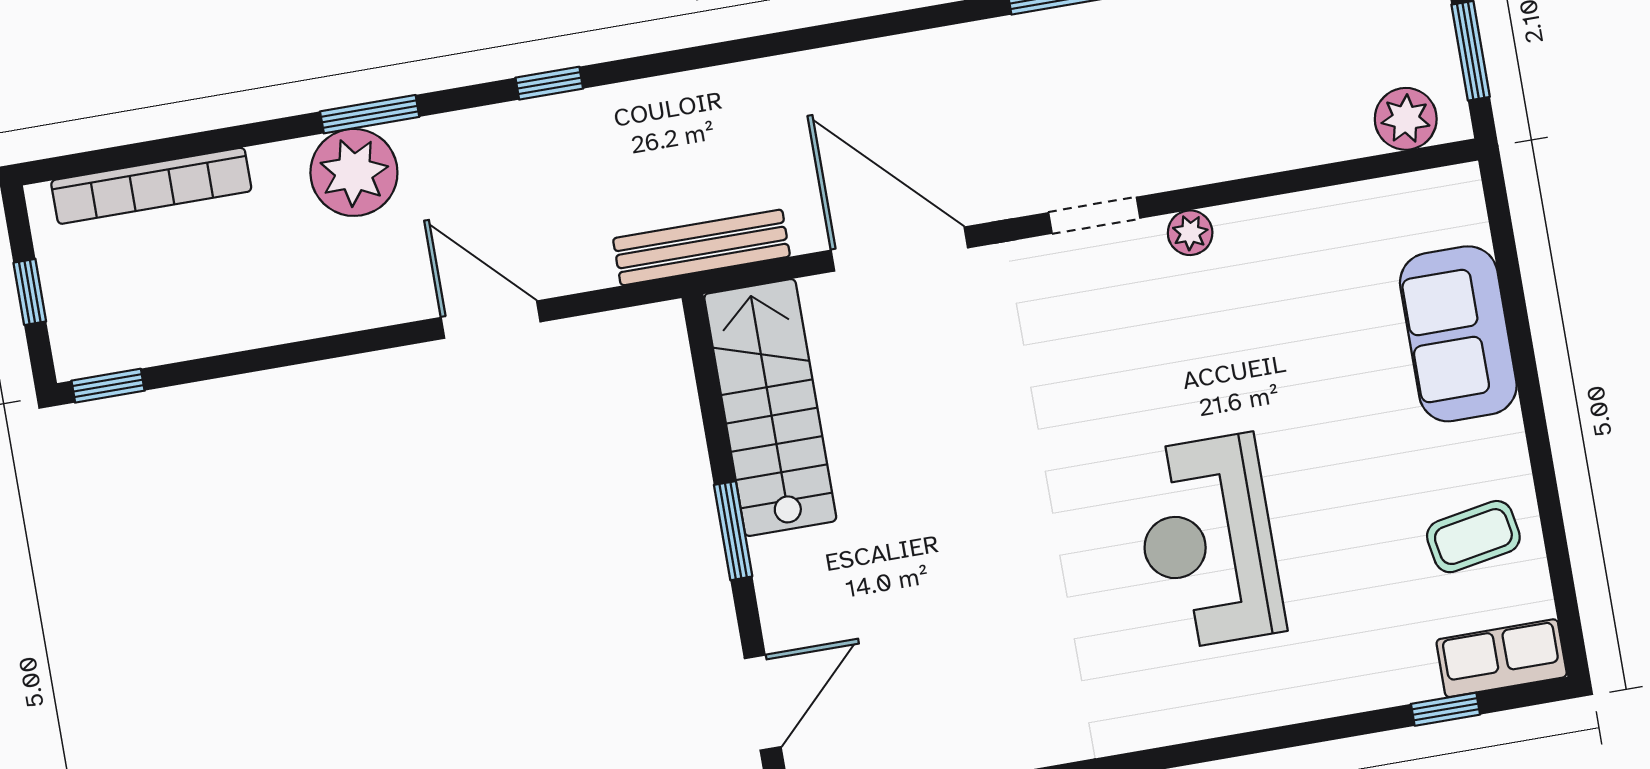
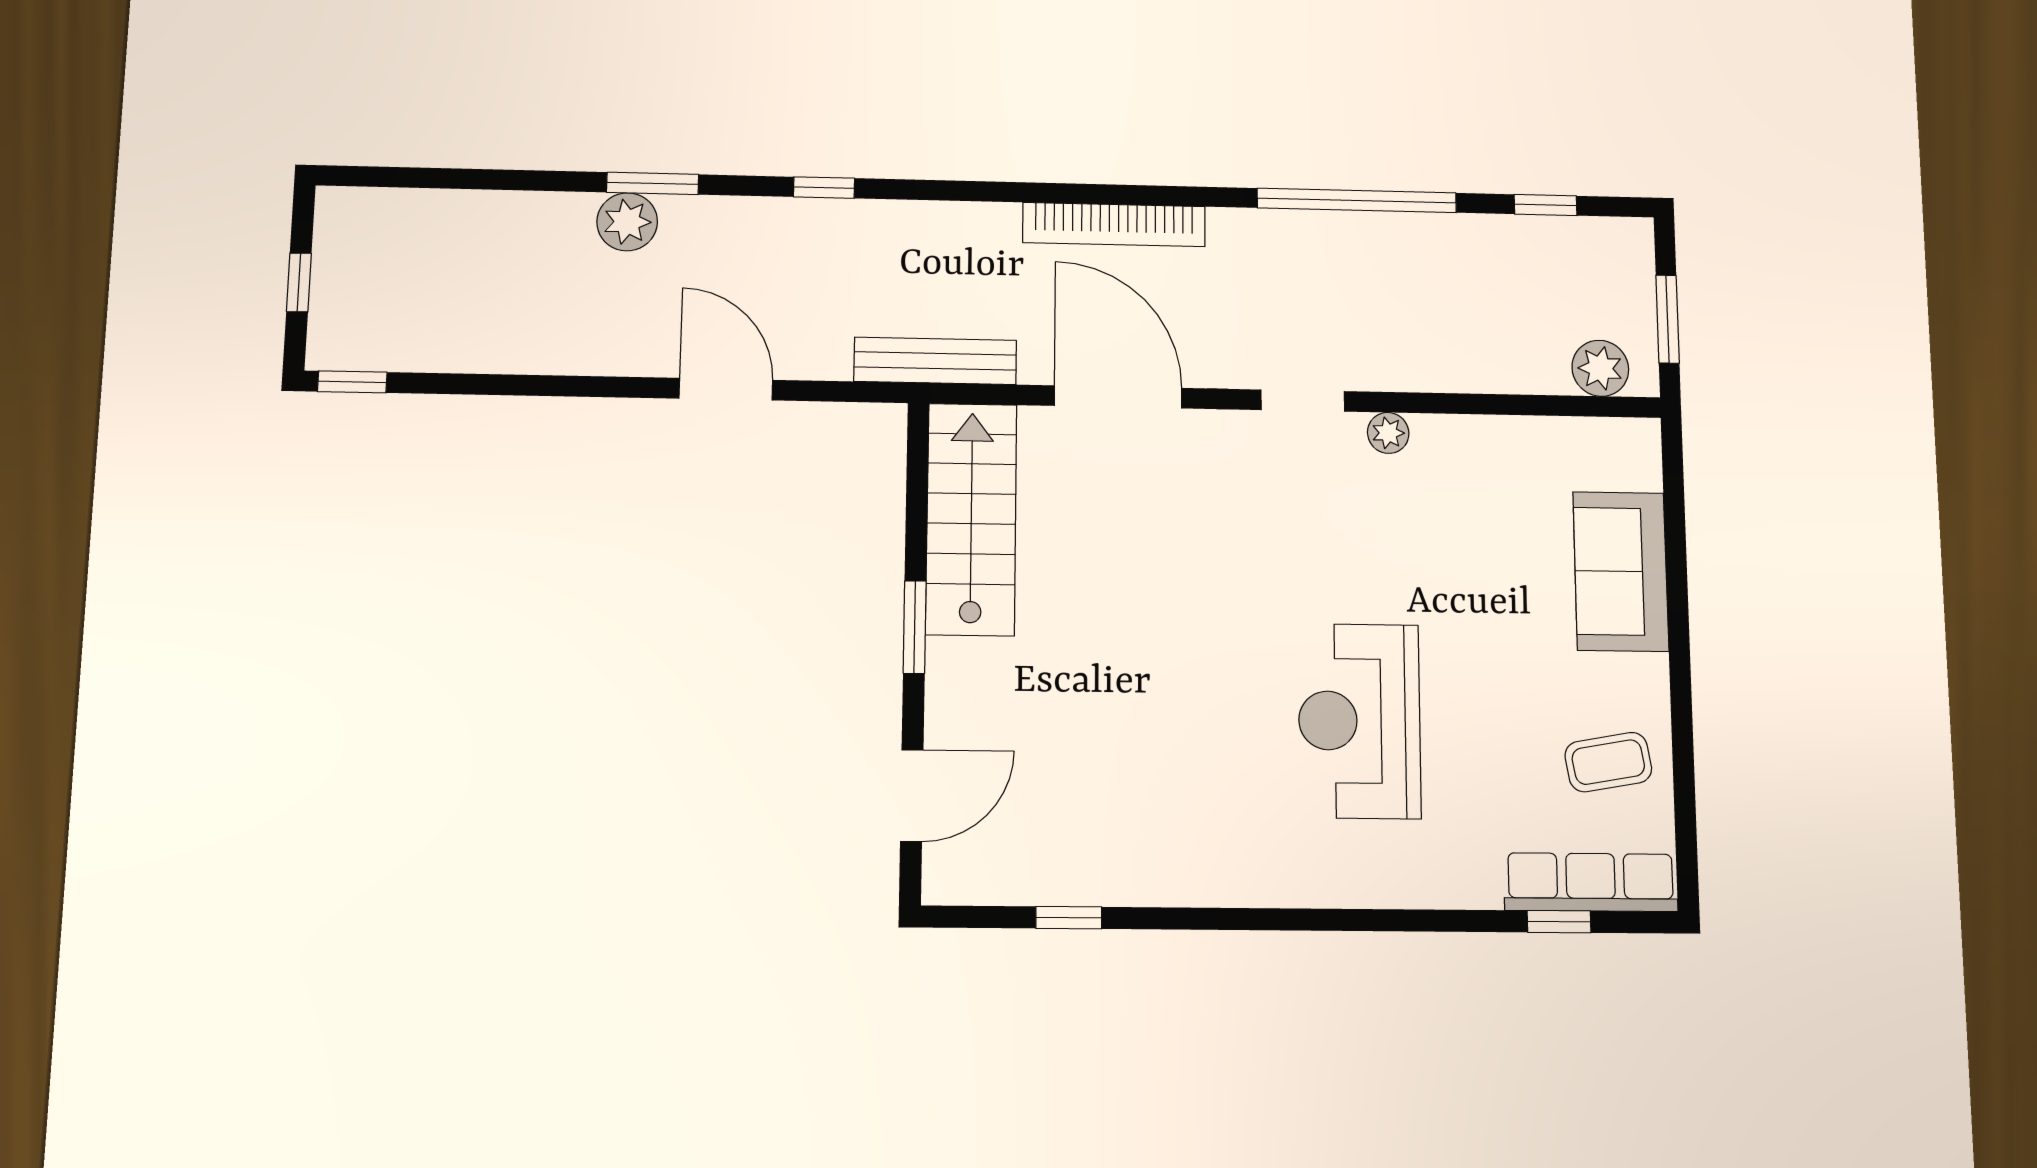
plant: (354, 172) -> (627, 222), width x0.73, depth x0.73
bookcase: (151, 186) -> (1114, 225), moved
row of seats: (1502, 658) -> (1591, 882), width x1.48

